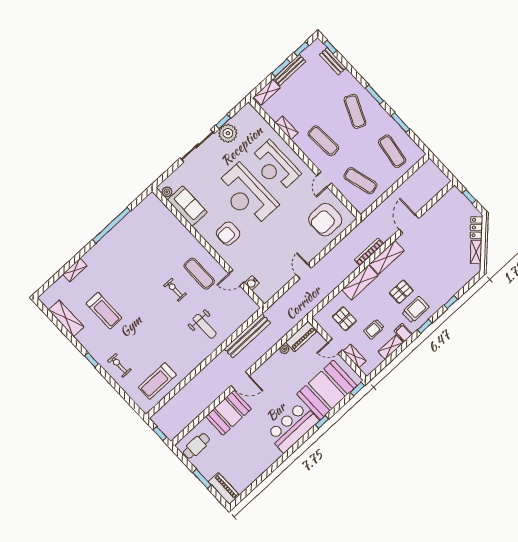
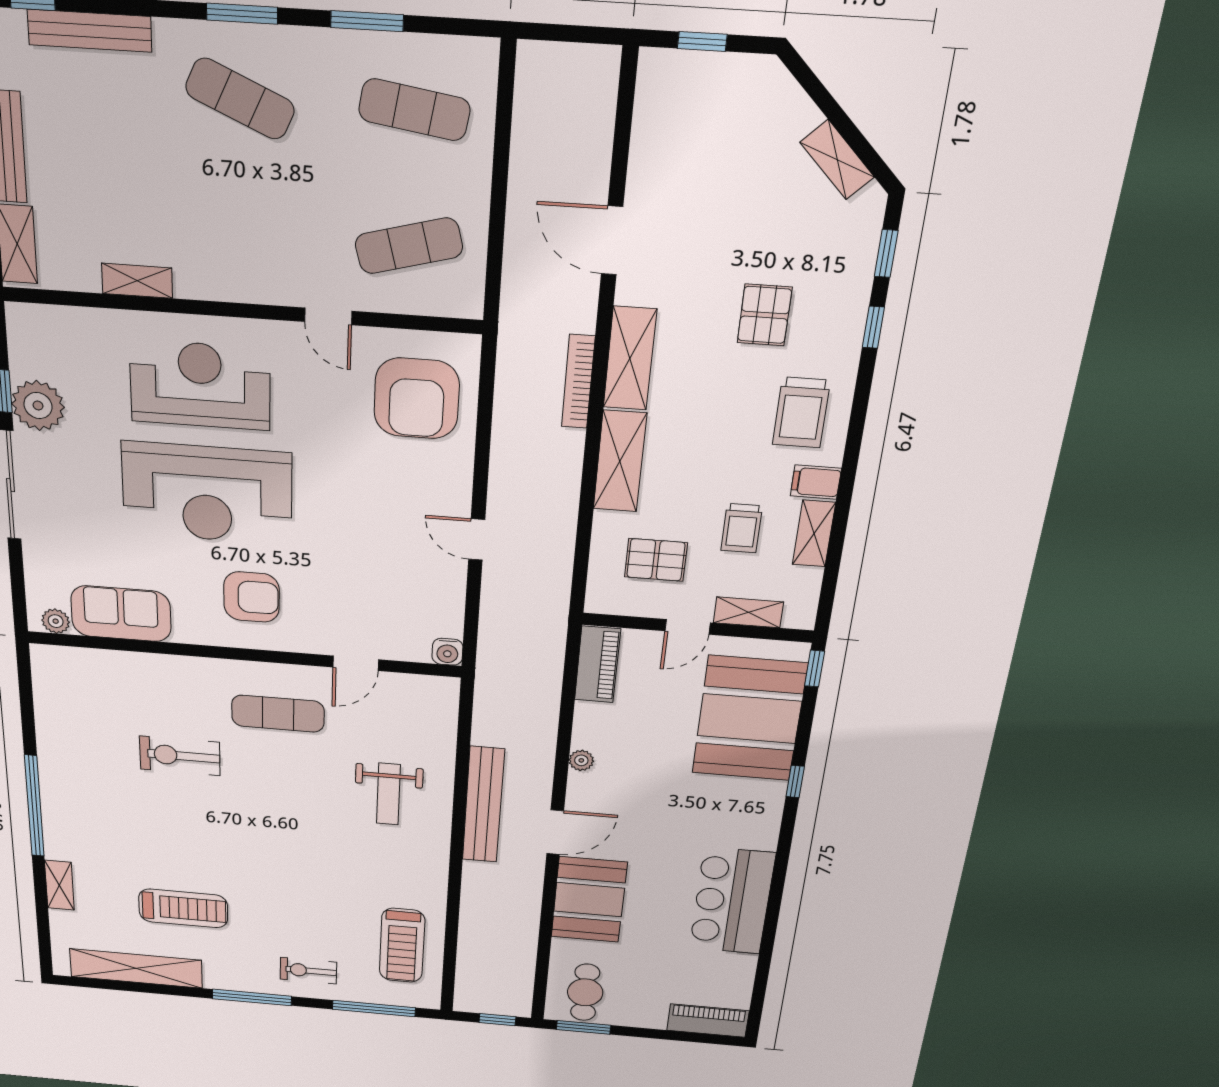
bench: (333, 61) -> (90, 31), width x1.36
exercise mat: (323, 141) -> (241, 234), removed
reception desk: (275, 166) -> (200, 385), turned 180
window: (112, 225) -> (34, 806), moved
locker: (476, 228) -> (787, 101), removed
armchair: (228, 233) -> (252, 597), turned -90
water cooler: (252, 283) -> (447, 652), moved
exercise bike: (175, 290) -> (180, 756), moved, width x1.38, depth x1.39
pallet: (401, 292) -> (765, 315), moved
trolley: (415, 310) -> (801, 413), turned 180
shelving: (66, 318) -> (136, 968), width x1.47
weight bench: (205, 326) -> (388, 794), turned 90
window: (425, 326) -> (886, 253), moved
bench: (247, 336) -> (483, 805), moved
plant: (284, 349) -> (581, 760), moved
window: (91, 360) -> (252, 997), width x2.17
window: (126, 397) -> (374, 1008), added
bar counter: (293, 427) -> (732, 901), moved
window: (202, 479) -> (584, 1027), moved

